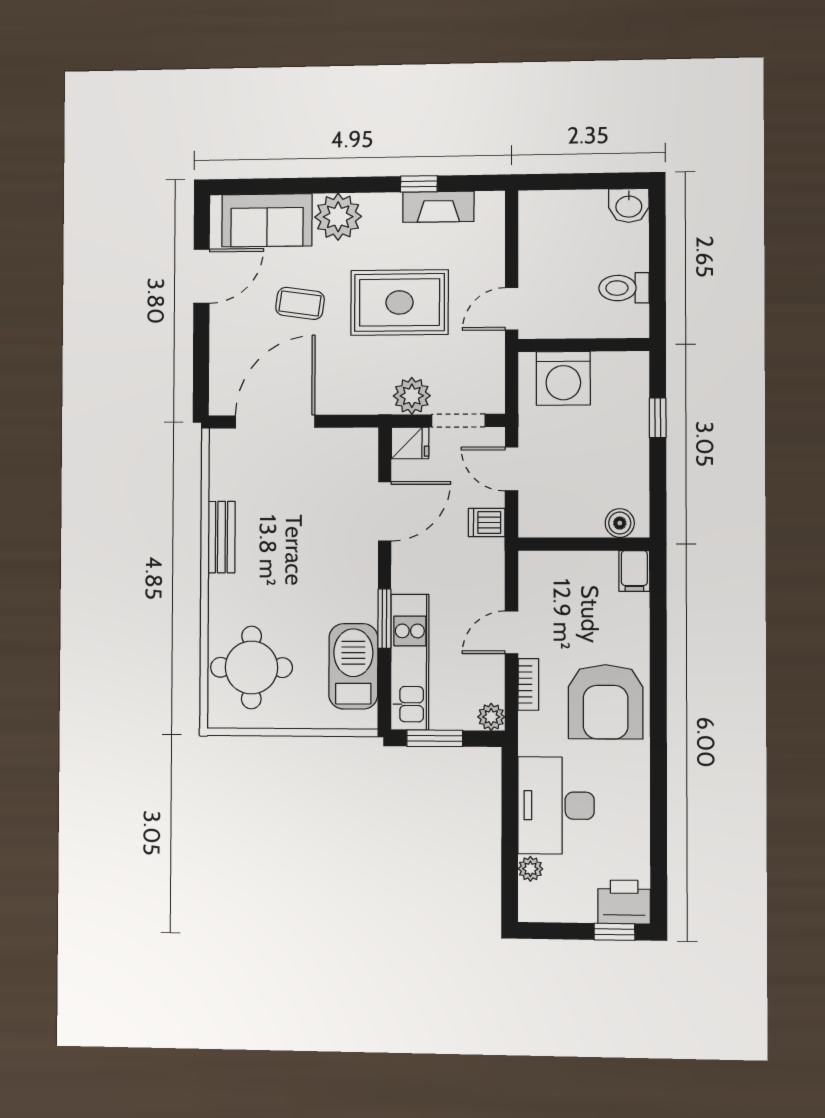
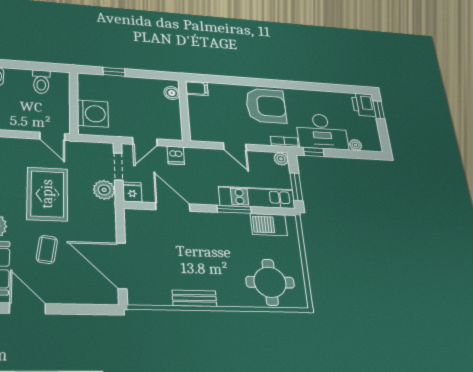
barbecue: (353, 666) -> (269, 225), width x0.73, depth x0.83
bookcase: (528, 684) -> (284, 142), moved
window: (510, 782) -> (314, 152), added

